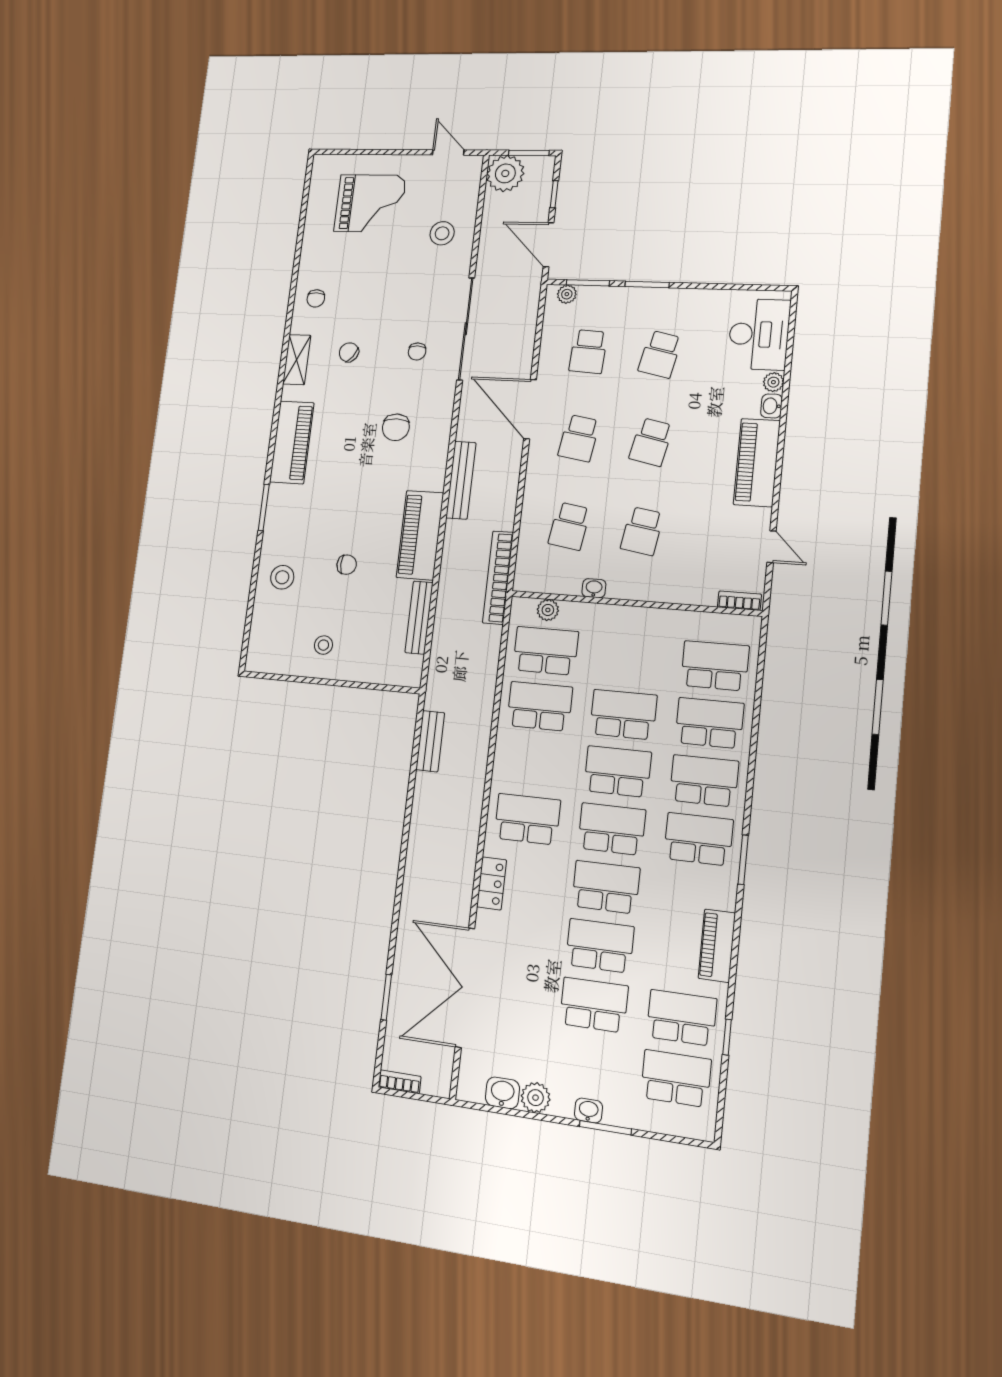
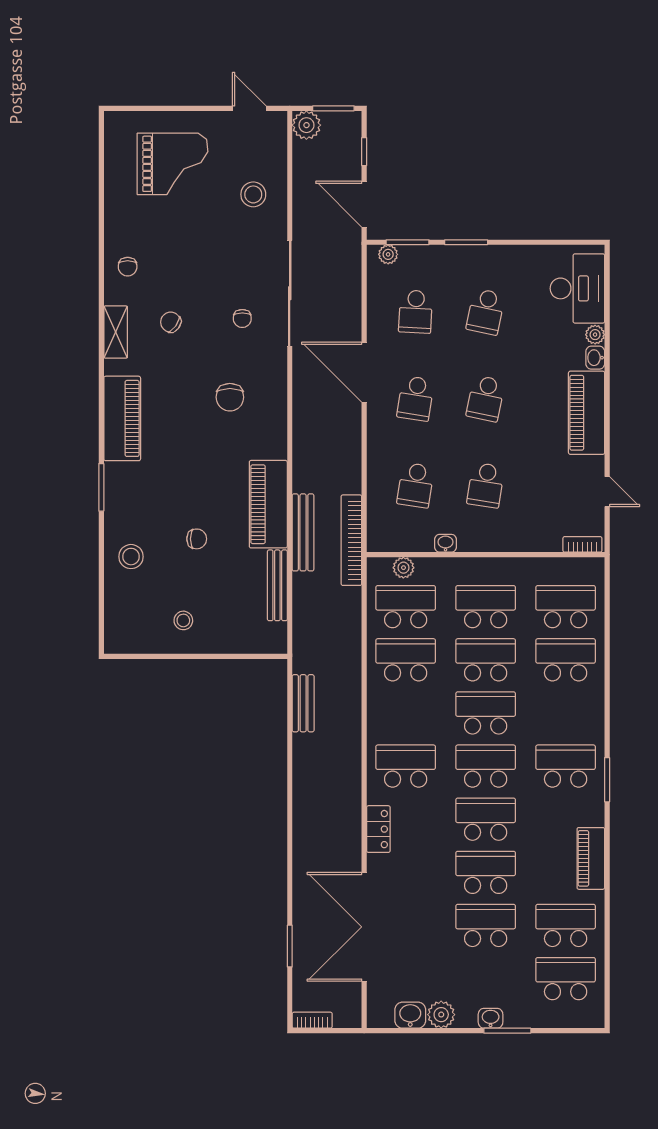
plant: (505, 173) -> (306, 125), width x0.73, depth x0.73
bench: (461, 480) -> (303, 532), moved
school desk: (704, 781) -> (486, 607), moved
window: (727, 1037) -> (607, 936), removed

